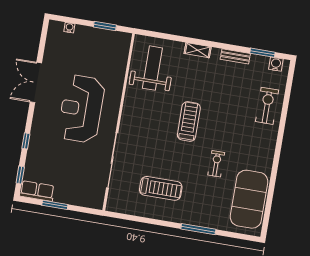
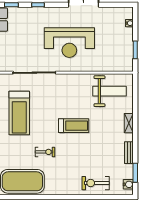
exercise bike: (267, 106) -> (96, 183), turned 180
reception desk: (81, 109) -> (69, 43), turned 180
treadmill: (161, 188) -> (19, 113), width x1.37, depth x1.38

